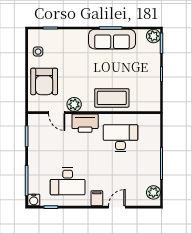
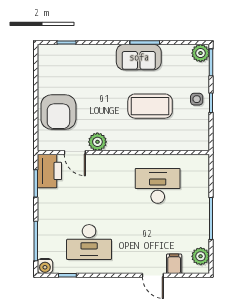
sofa: (112, 39) -> (139, 57), width x0.73
side table: (38, 52) -> (197, 99), moved
coffee table: (112, 98) -> (150, 106), moved
printer: (85, 123) -> (49, 171), moved, turned -90
filing cabinet: (97, 198) -> (174, 264), moved
door: (117, 207) -> (153, 275), swing flipped

